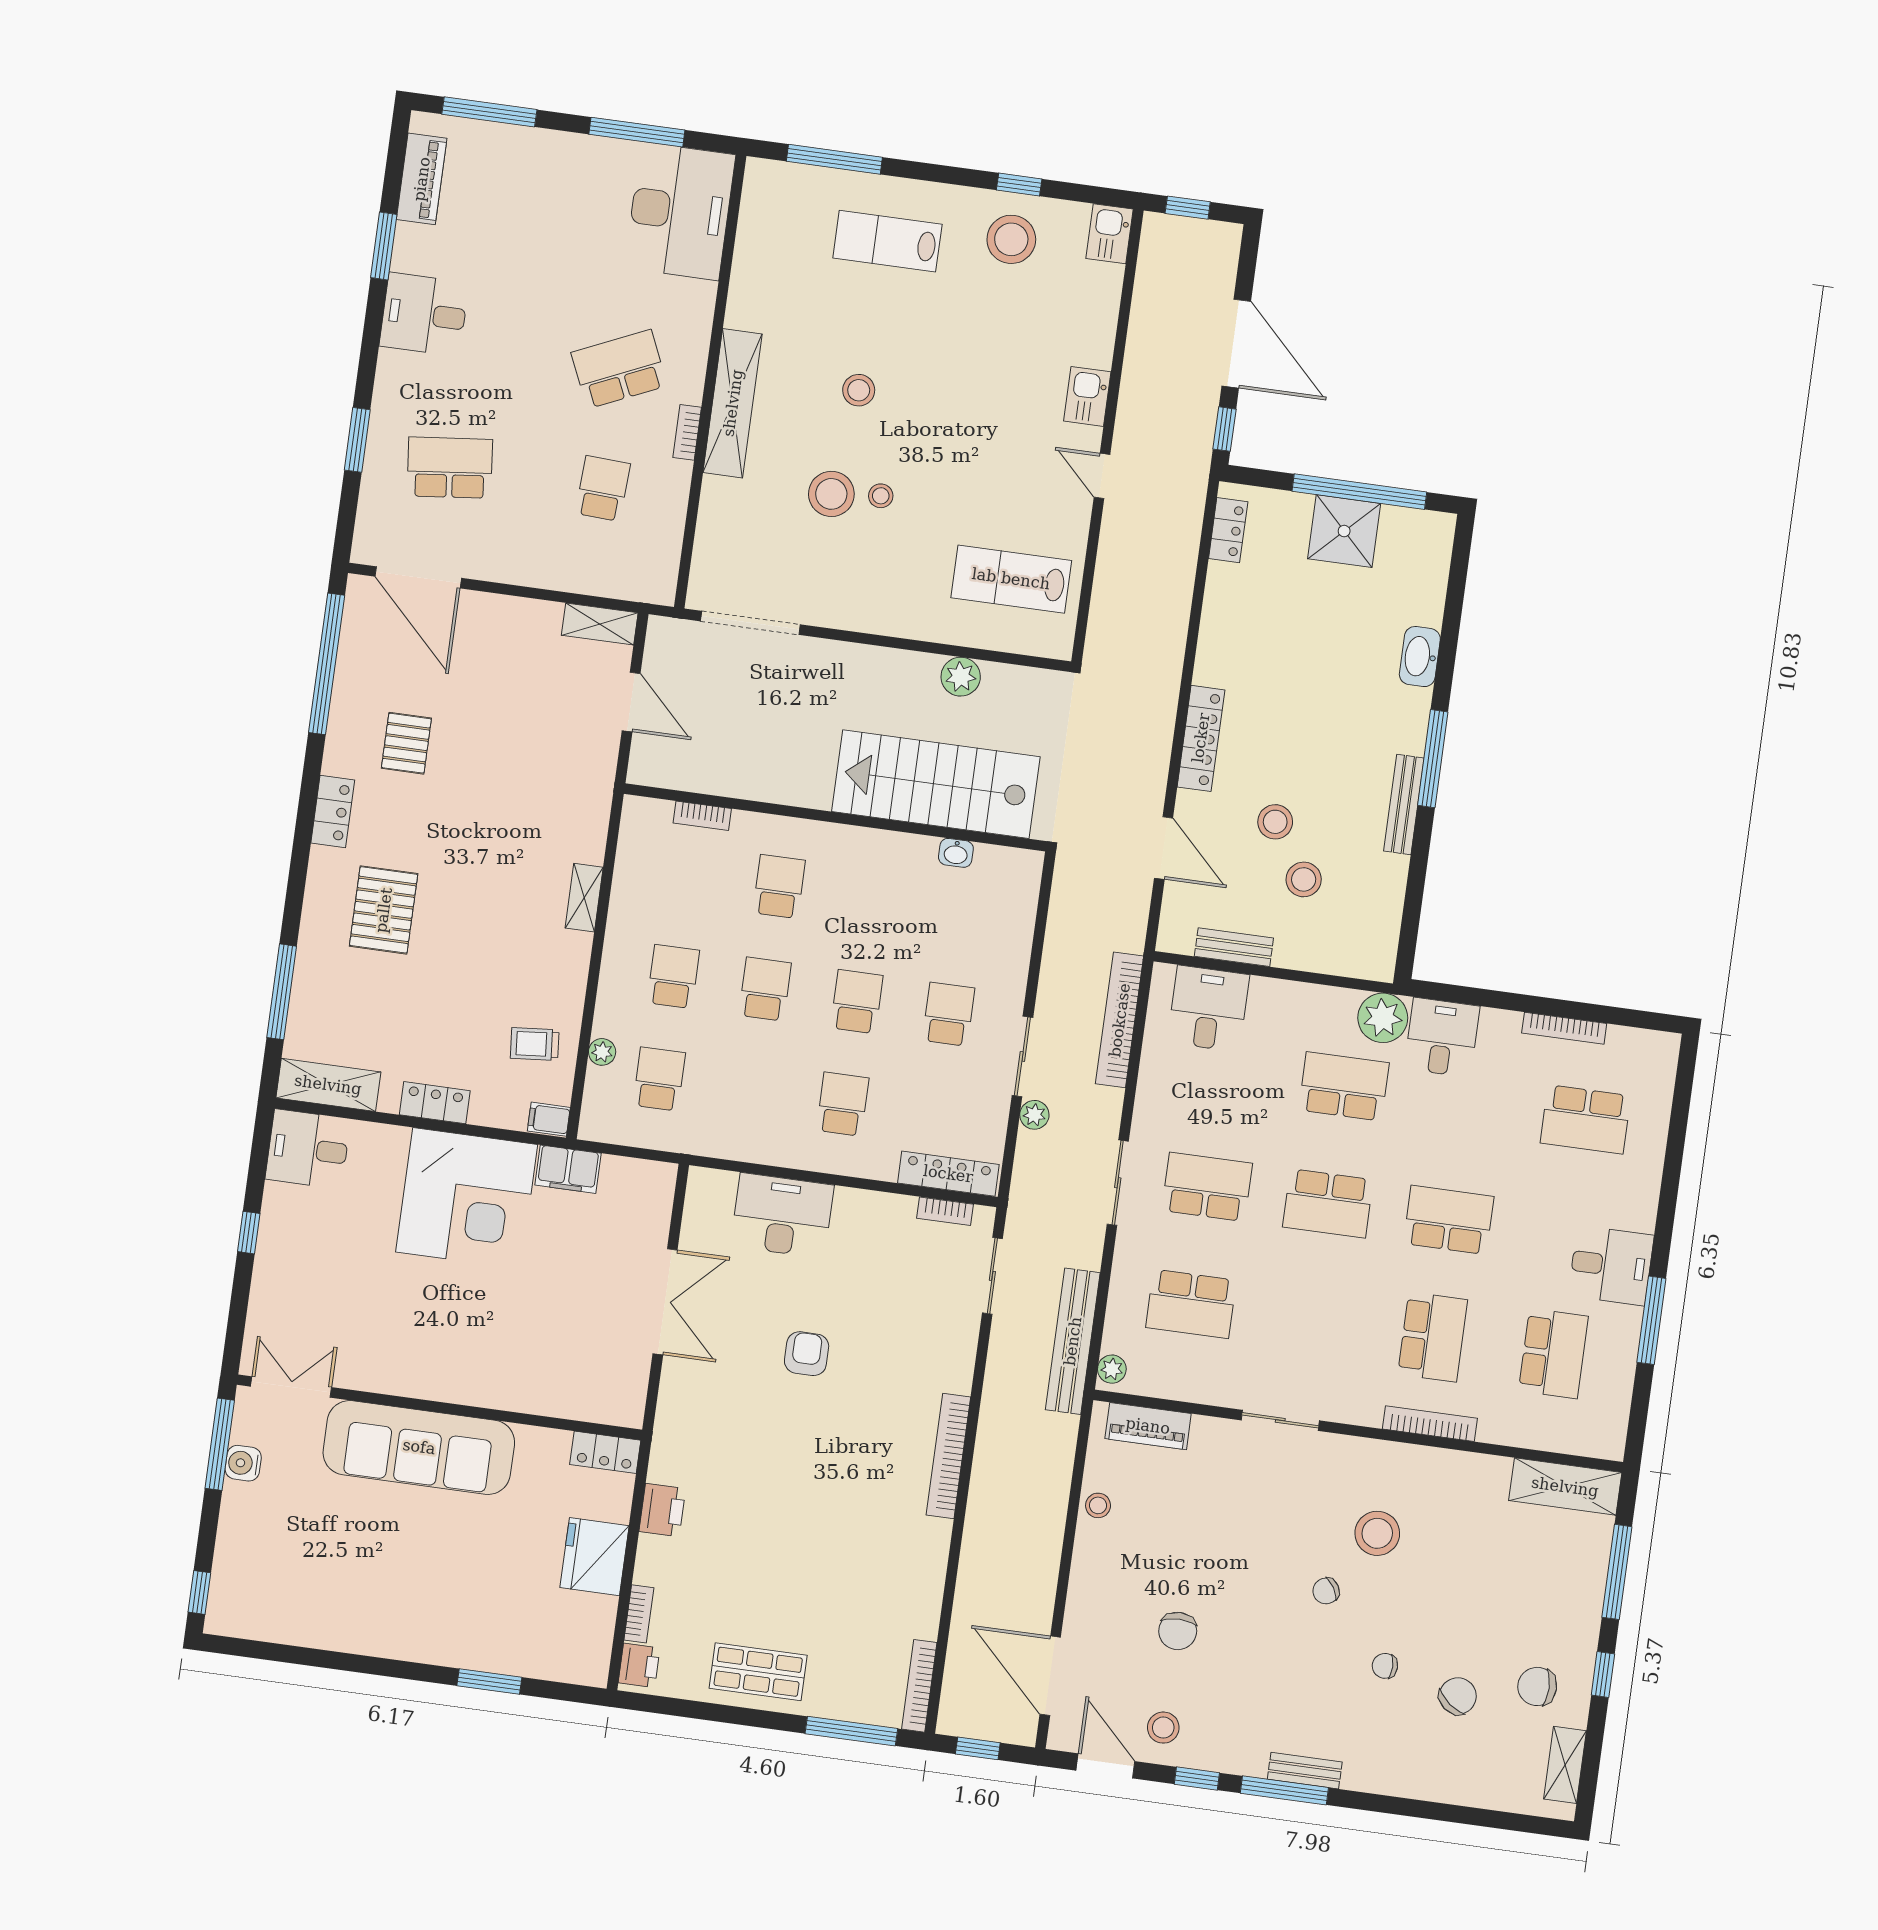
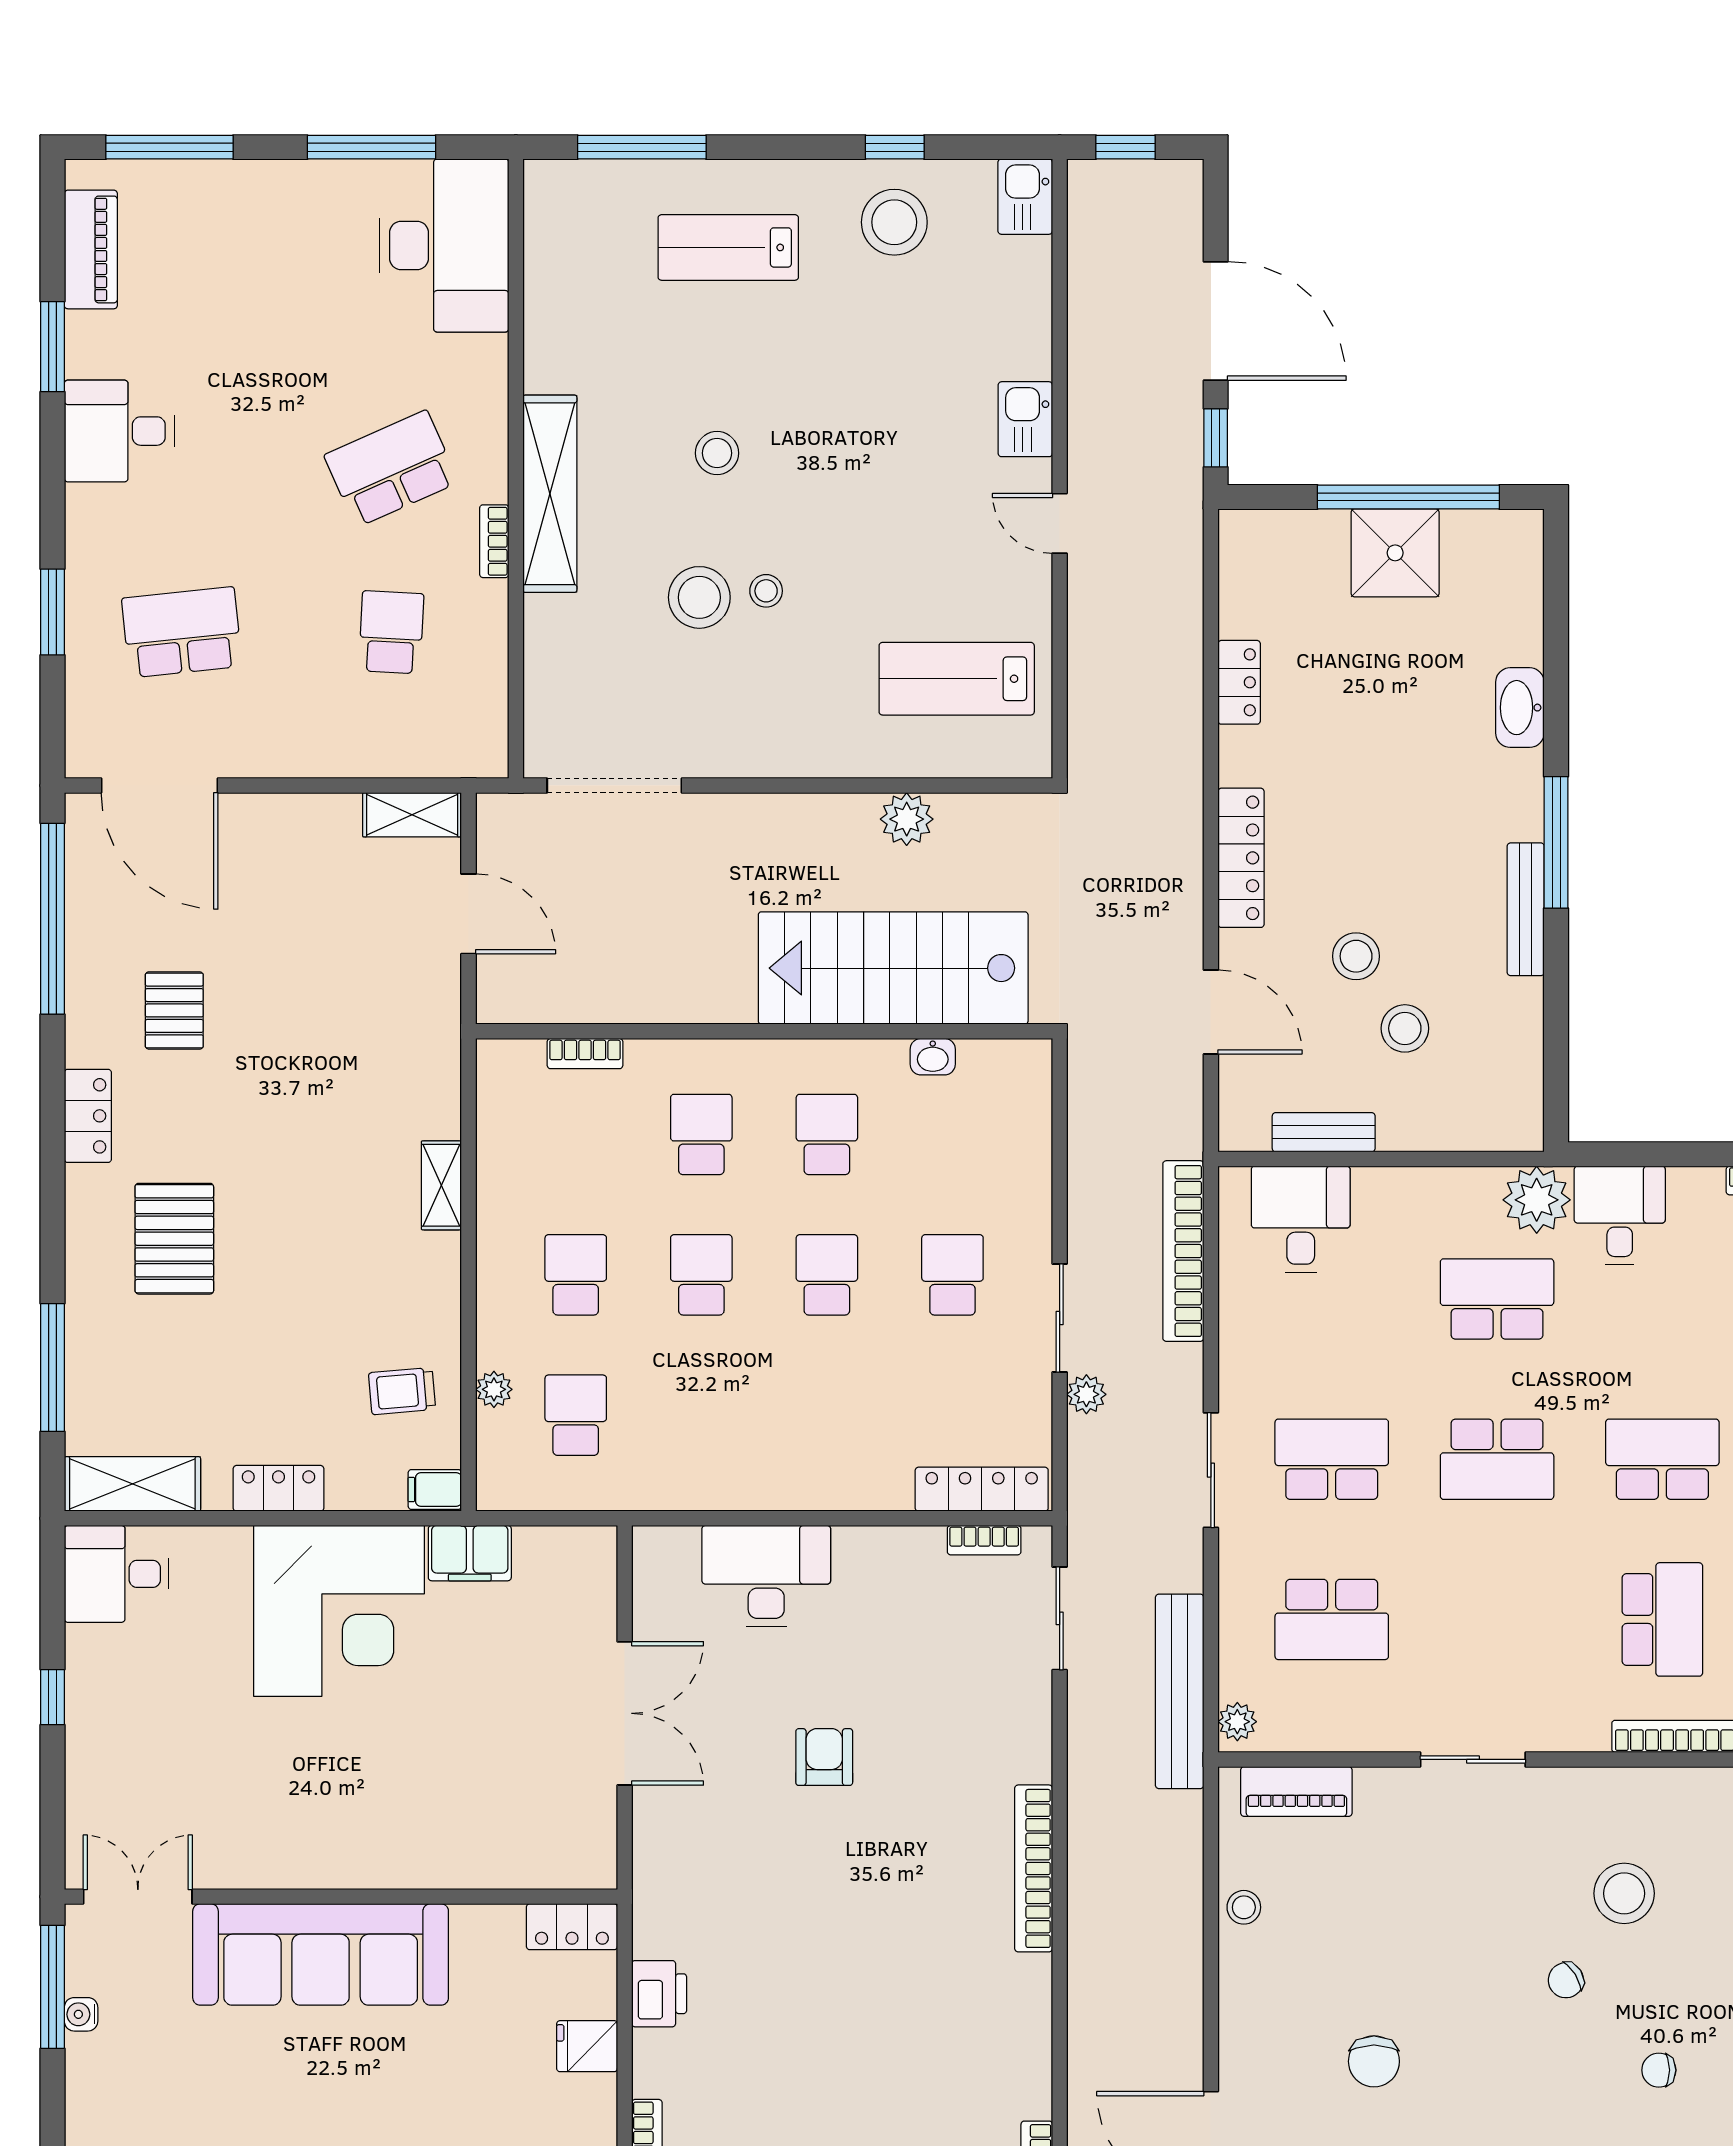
locker: (1228, 530) -> (1239, 682), moved
school desk: (843, 1104) -> (827, 1135), moved
water cooler: (243, 1463) -> (81, 2014), width x0.72, depth x0.72
fridge: (595, 1557) -> (587, 2046), width x0.53, depth x0.75

